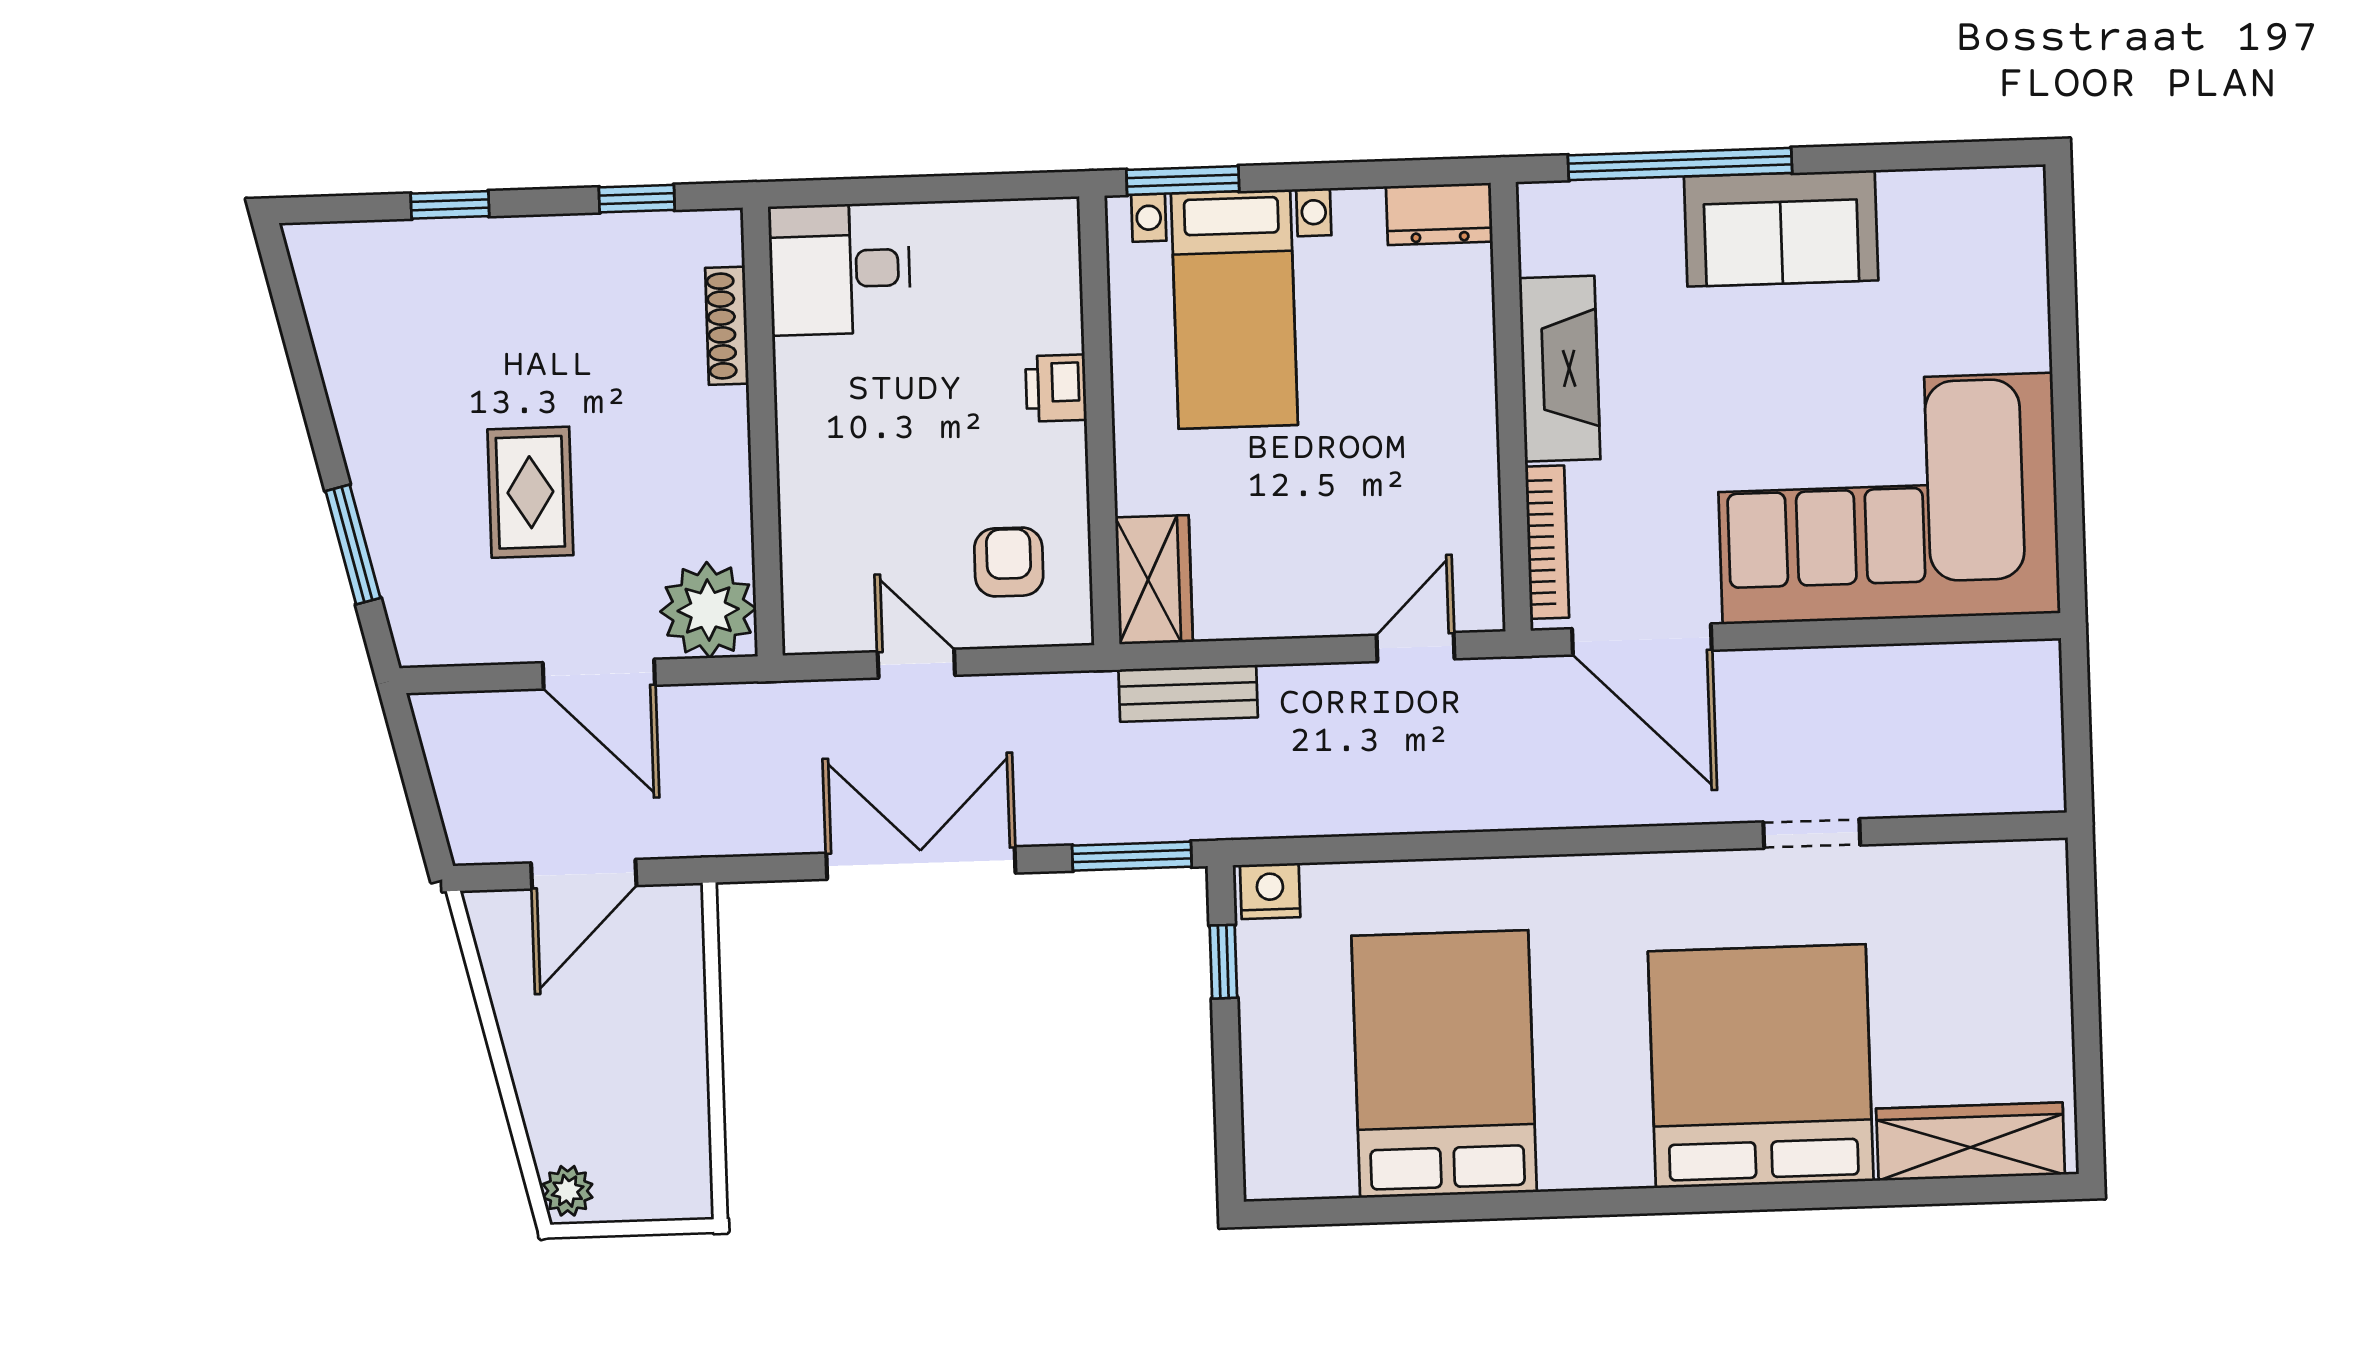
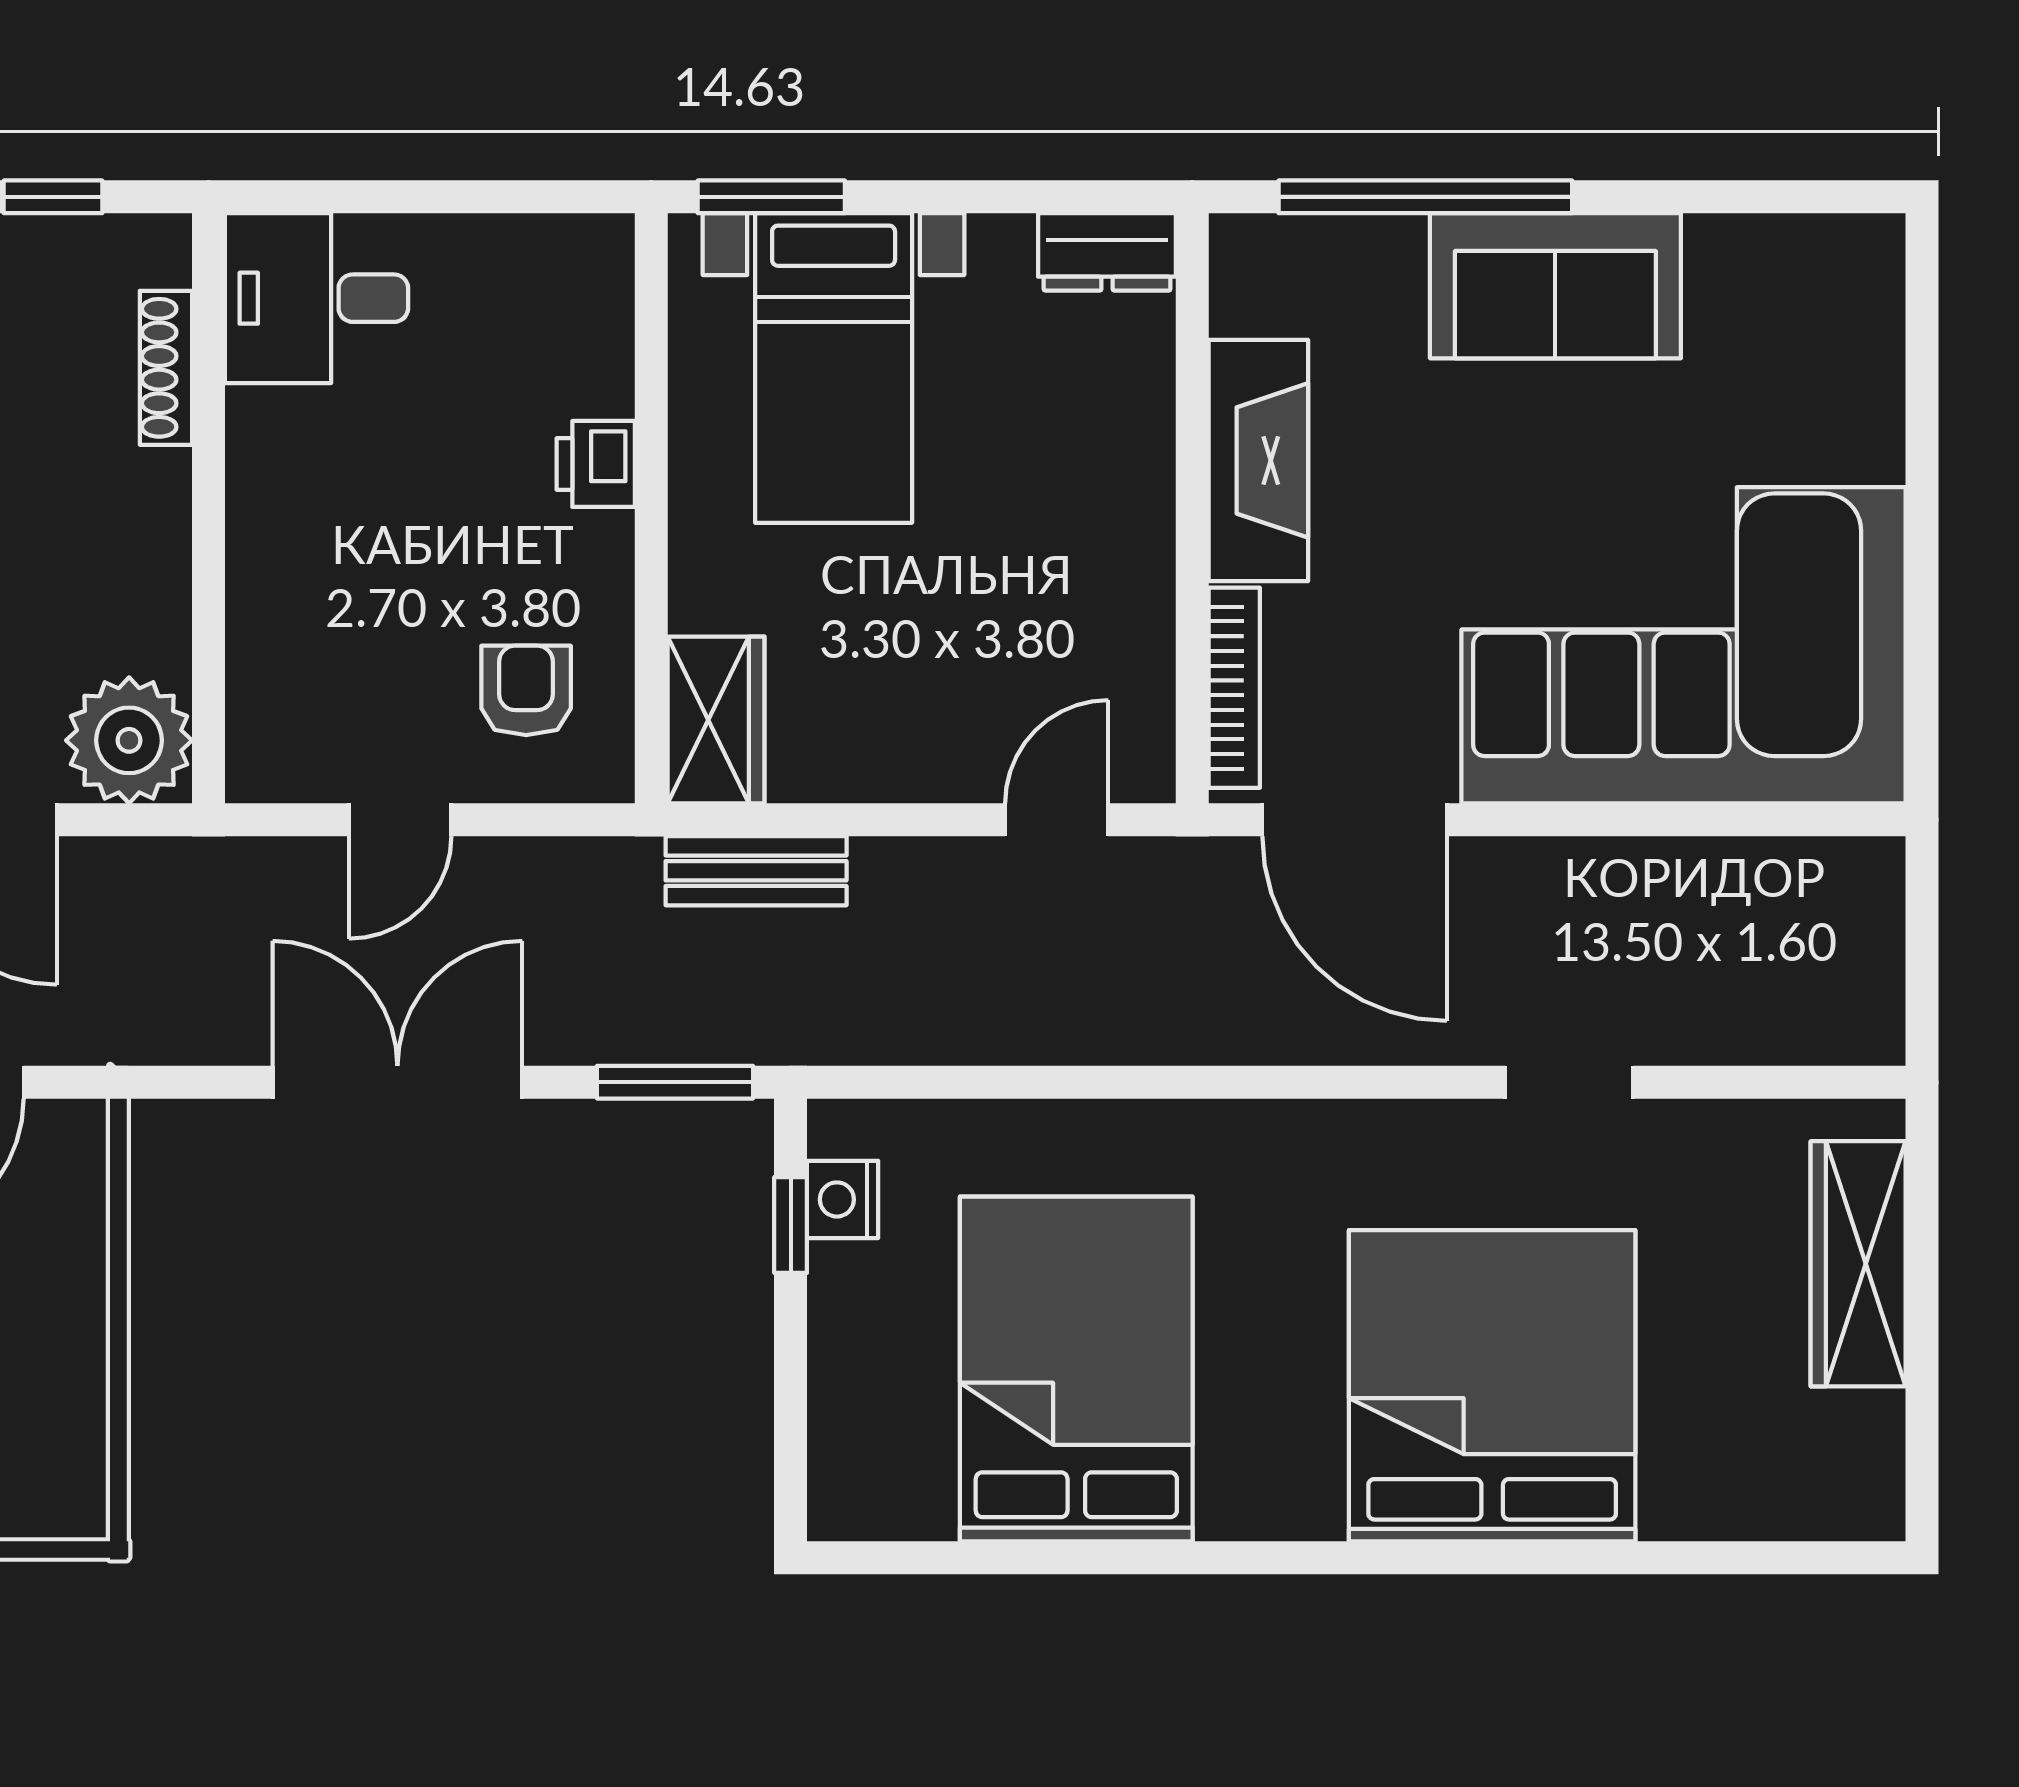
door: (916, 664) -> (400, 820), swing flipped
nightstand: (1270, 891) -> (843, 1199), moved, turned -90
wardrobe: (1971, 1142) -> (1858, 1264), moved, turned -90

